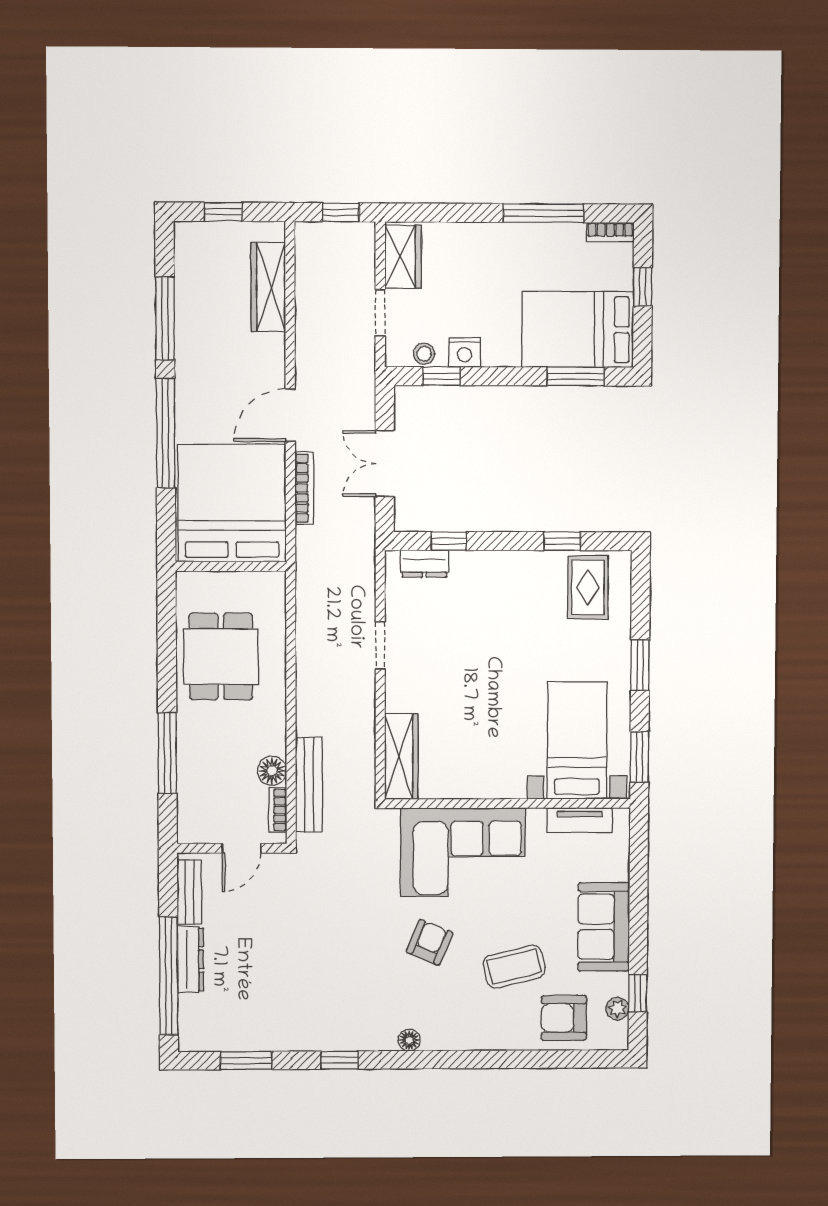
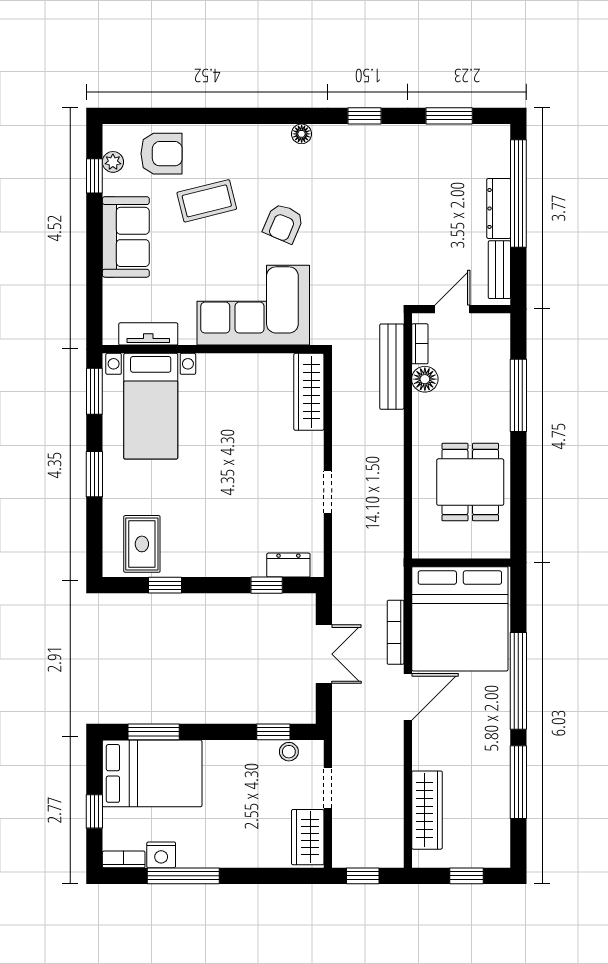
nightstand: (465, 352) -> (161, 855), moved, turned 180

